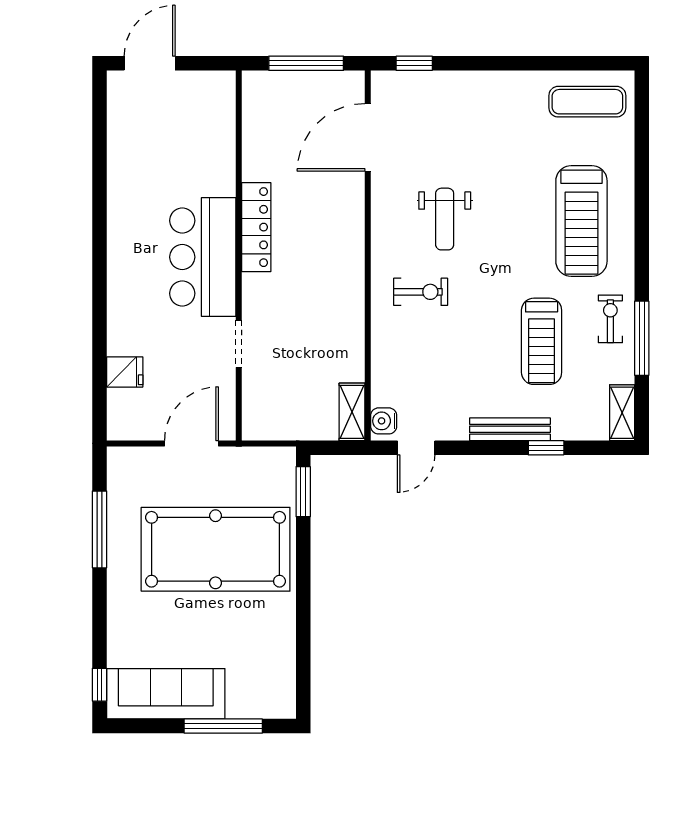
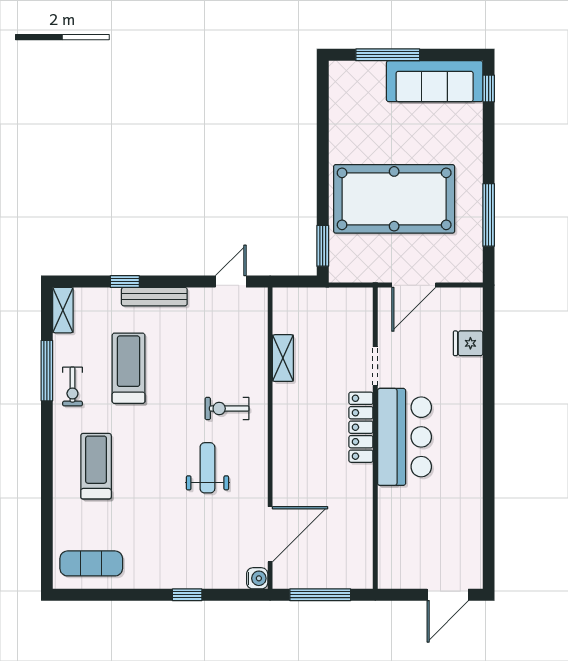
window: (414, 63) -> (187, 595), moved
treadmill: (581, 221) -> (96, 466), width x0.73, depth x0.73
locker: (256, 227) -> (361, 427), moved
shelving: (352, 412) -> (283, 358), moved
water cooler: (384, 421) -> (257, 578), moved

